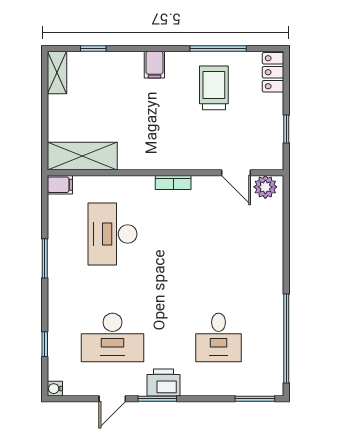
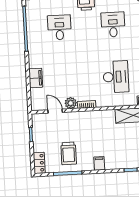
plant: (265, 187) -> (71, 103), moved
filing cabinet: (271, 240) -> (36, 78), added
desk: (112, 337) -> (113, 25), width x0.73

